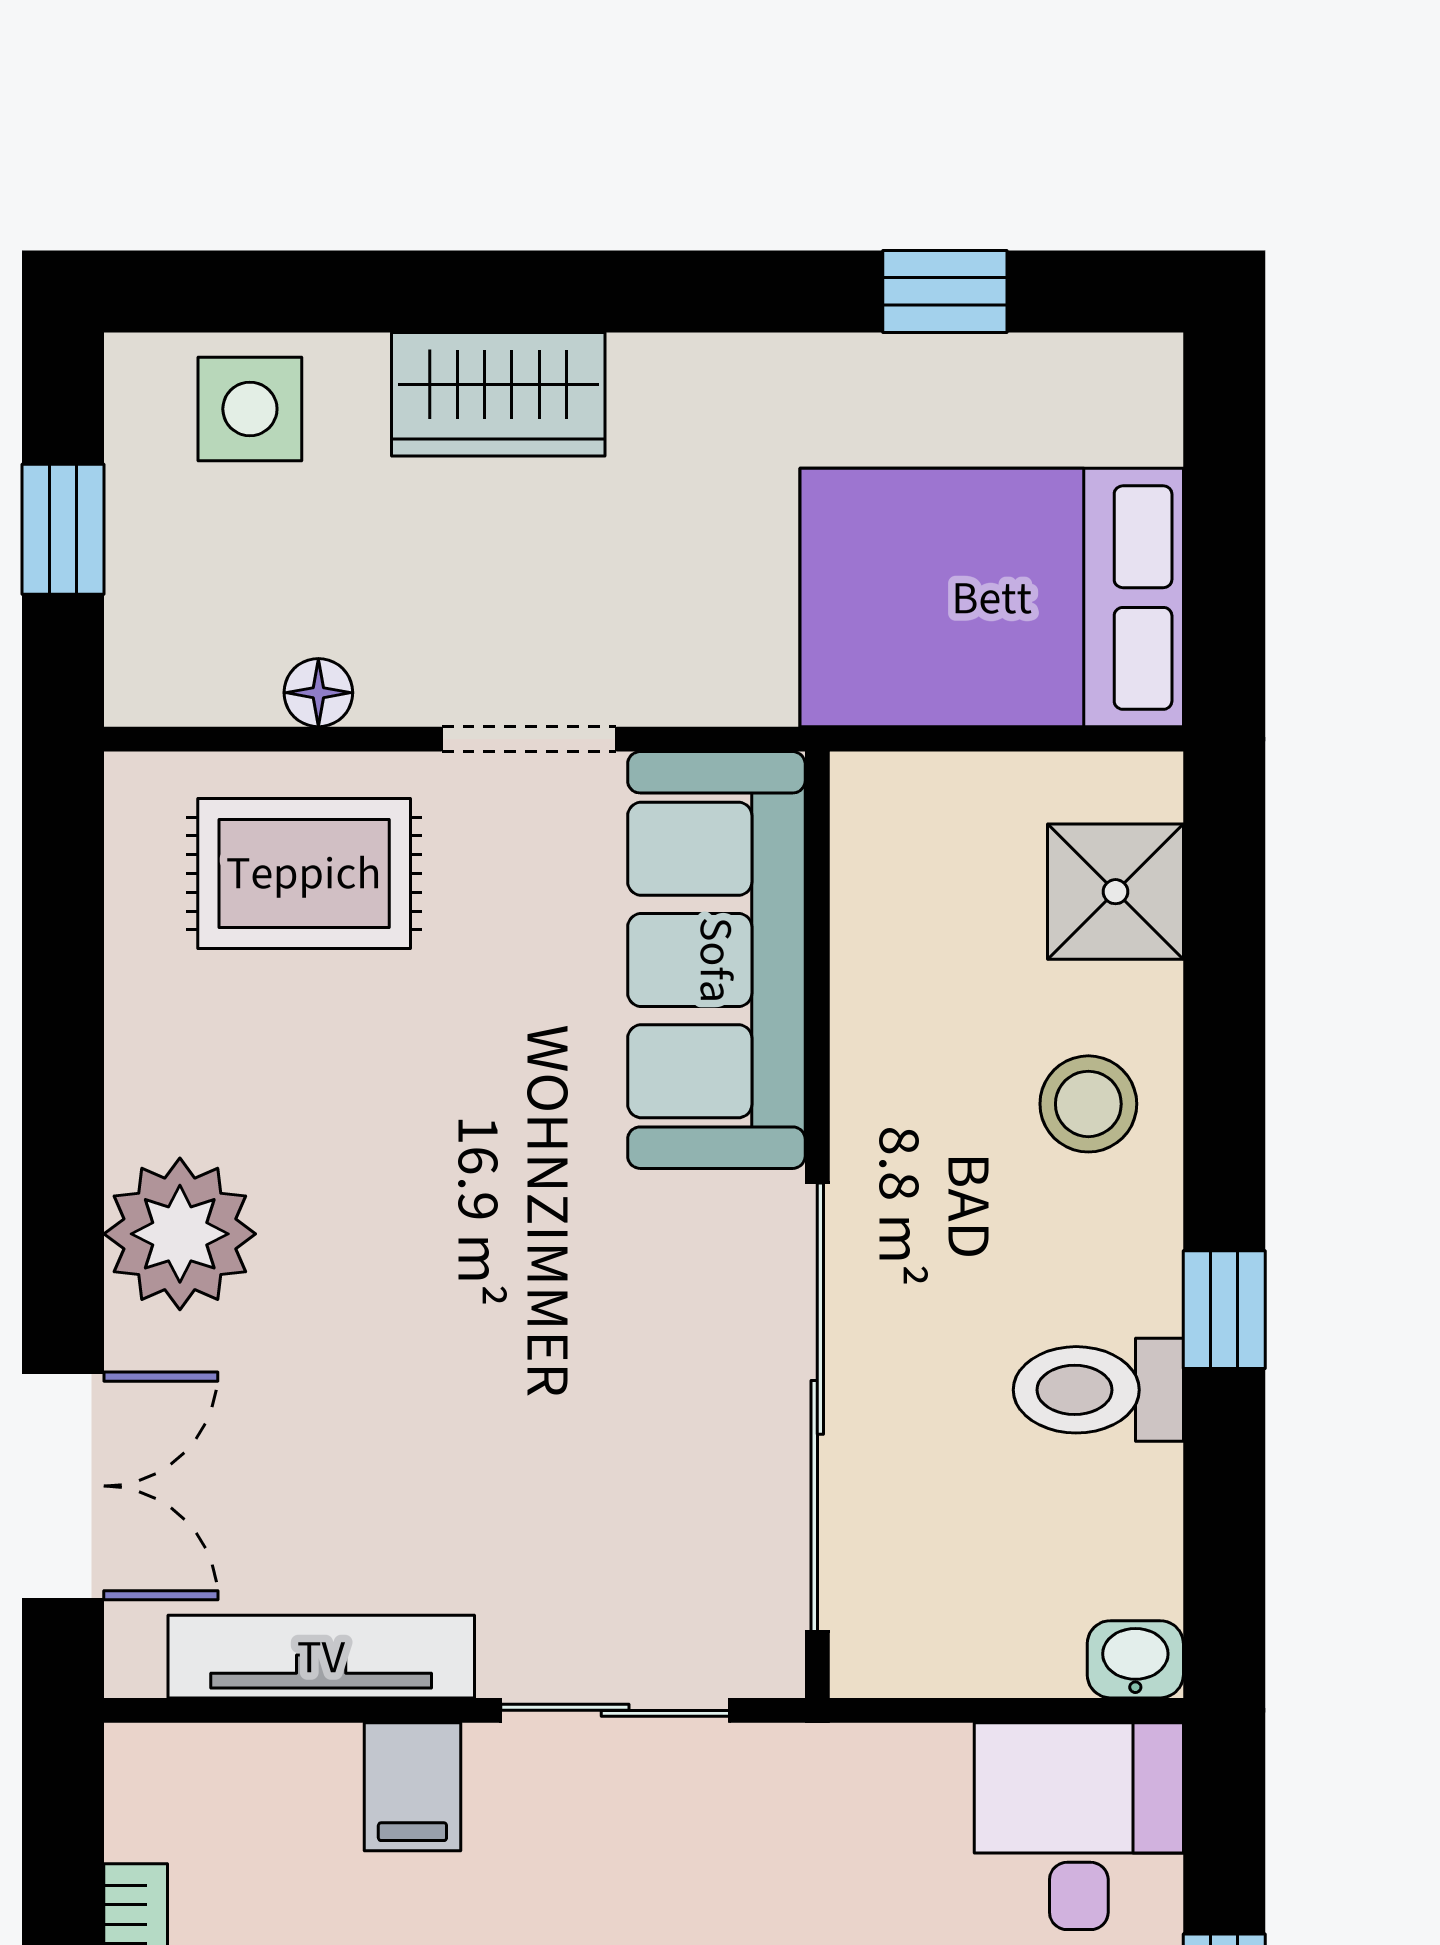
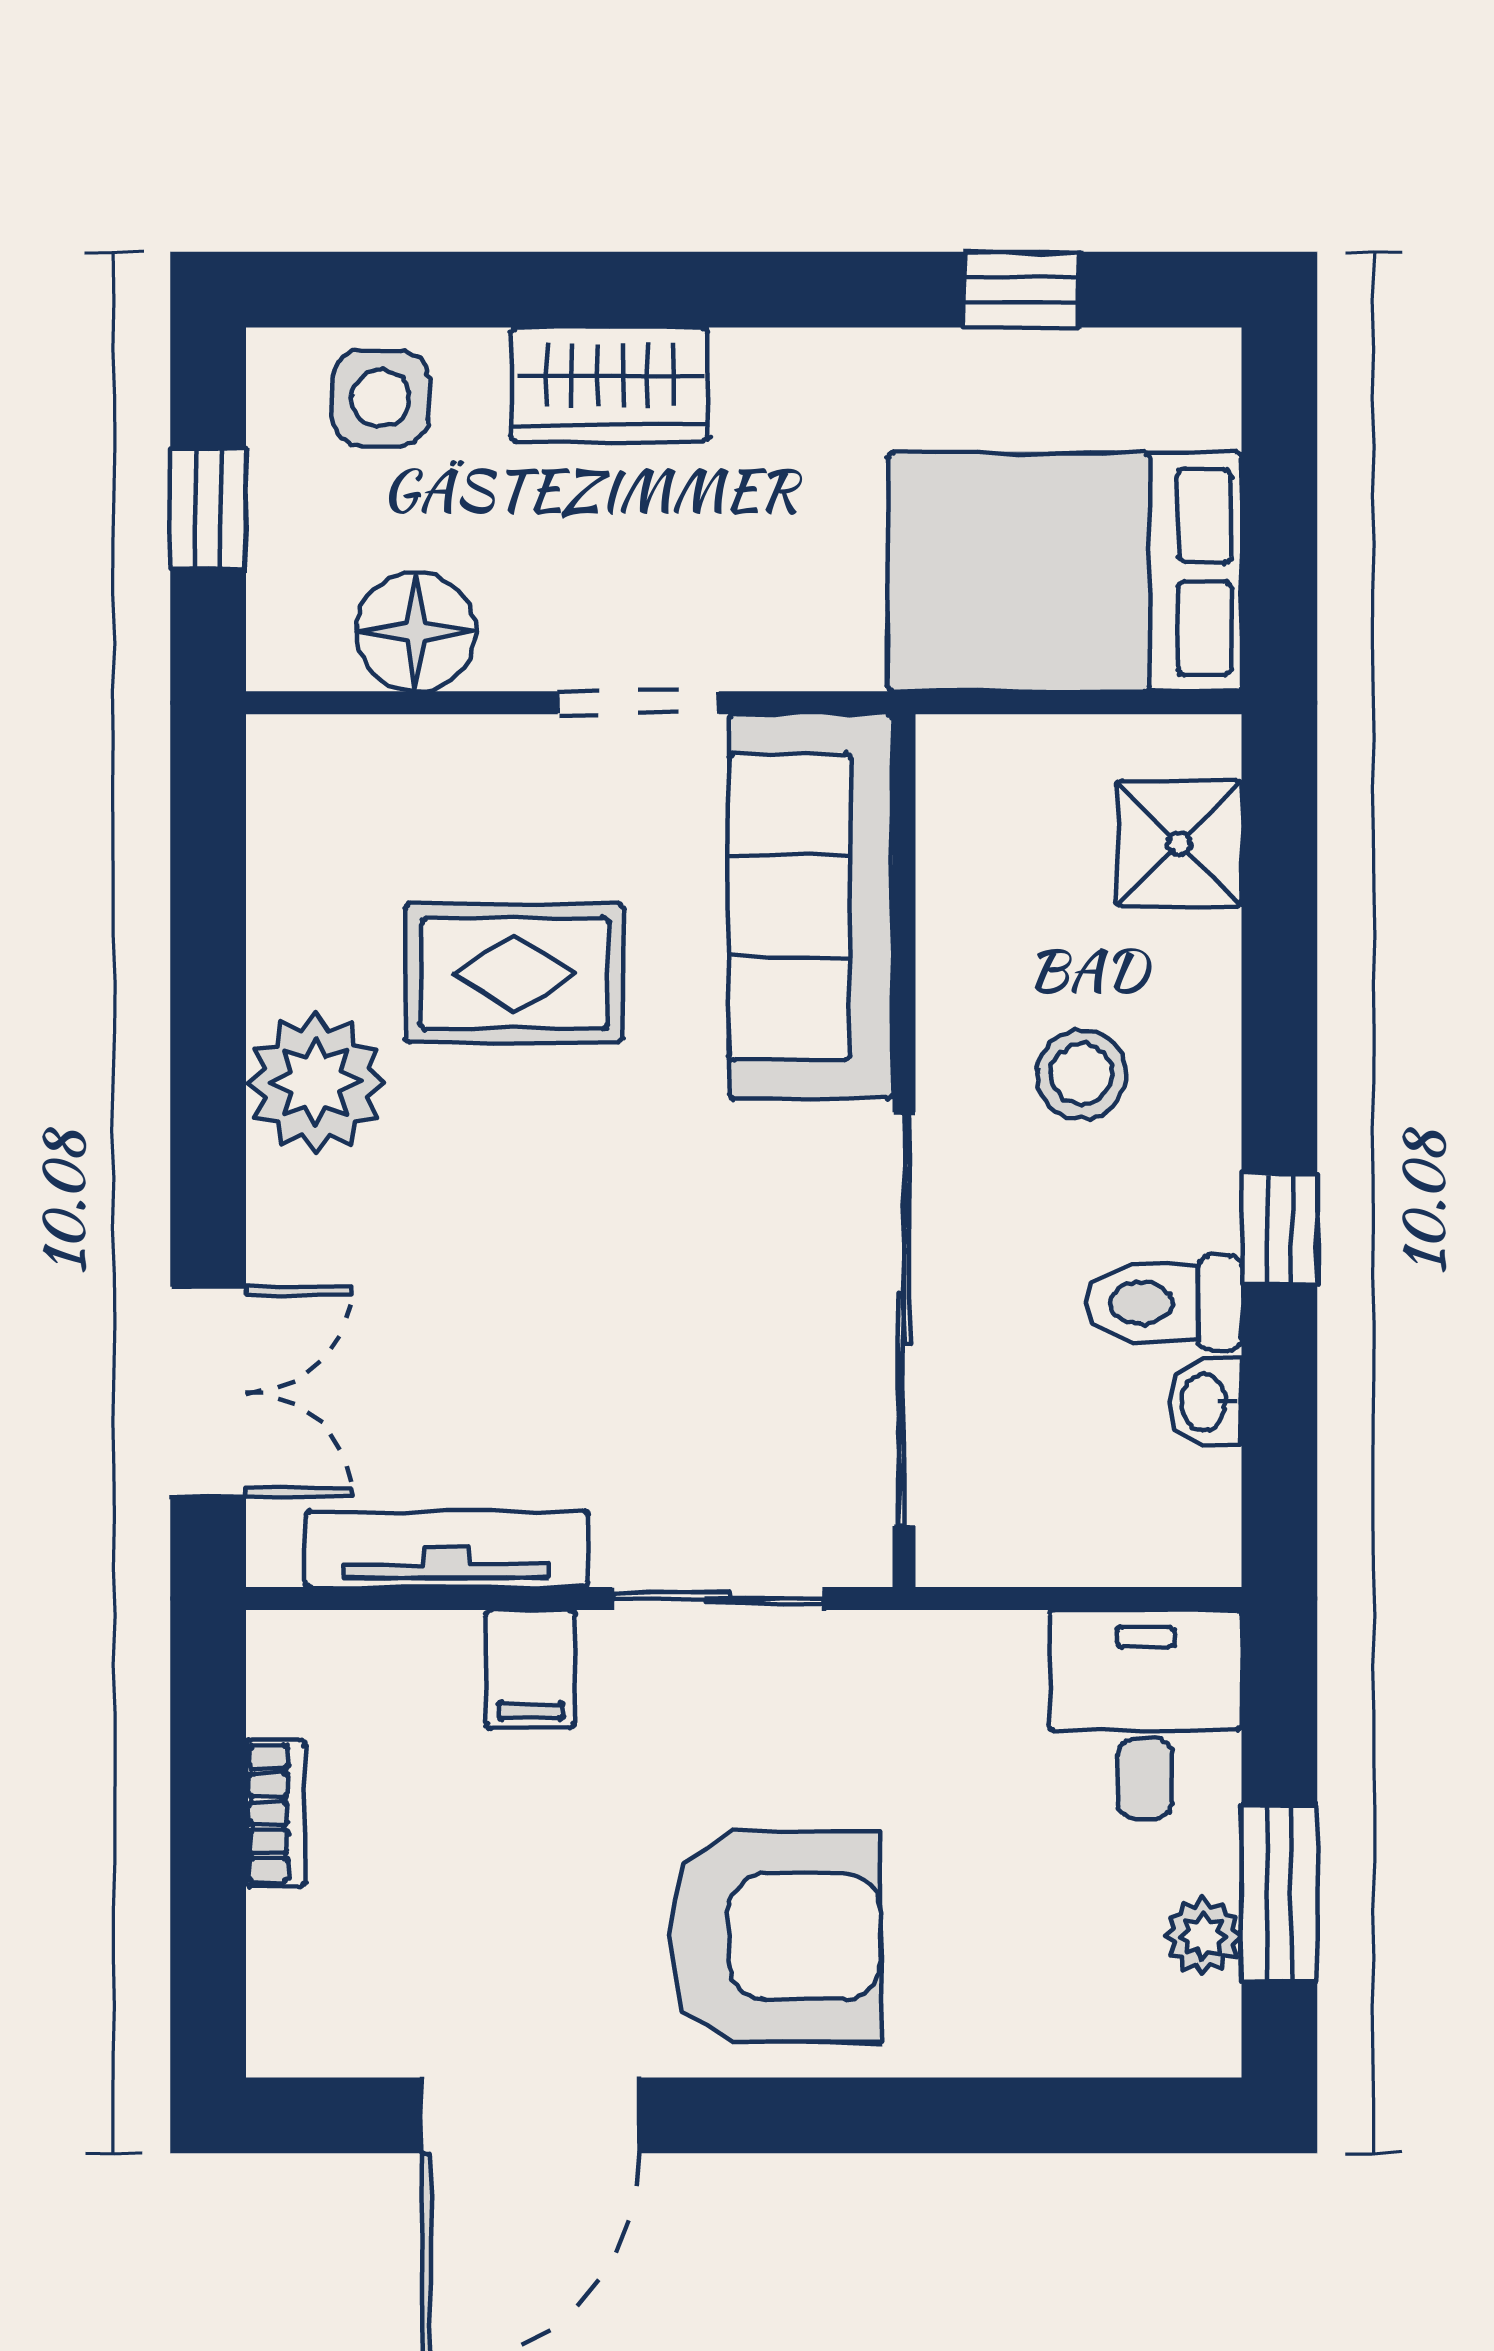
floor lamp: (318, 693) -> (416, 632), width x1.89, depth x1.89
rug: (304, 873) -> (514, 973), moved
stool: (1088, 1104) -> (1081, 1074), moved
plant: (180, 1234) -> (316, 1083), moved
washbasin: (1135, 1659) -> (1206, 1402), moved, turned -90

